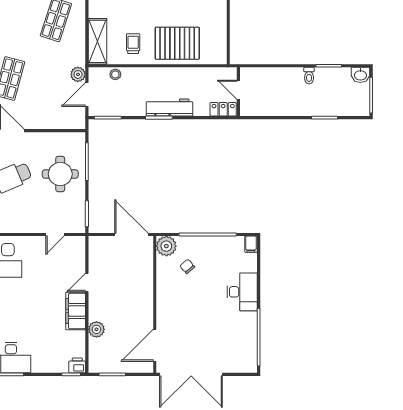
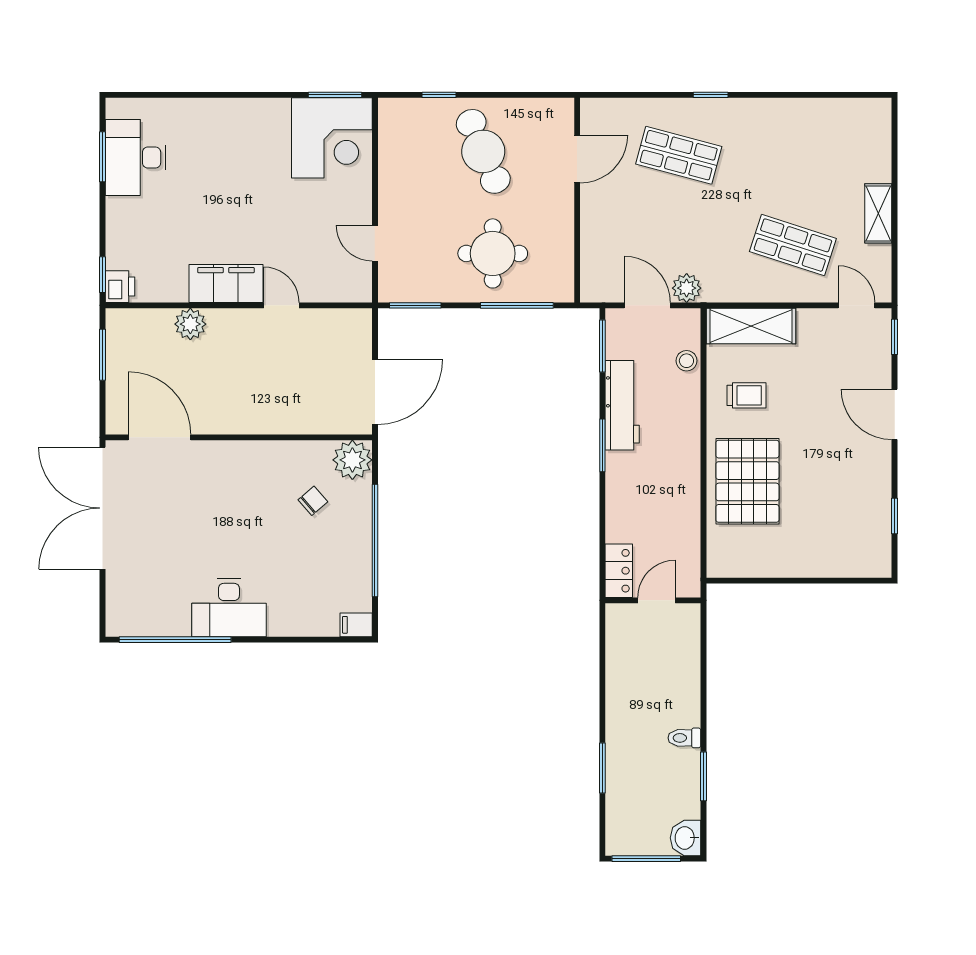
workbench: (169, 108) -> (622, 405), moved
desk: (242, 292) -> (229, 608), moved

